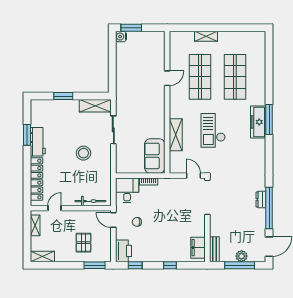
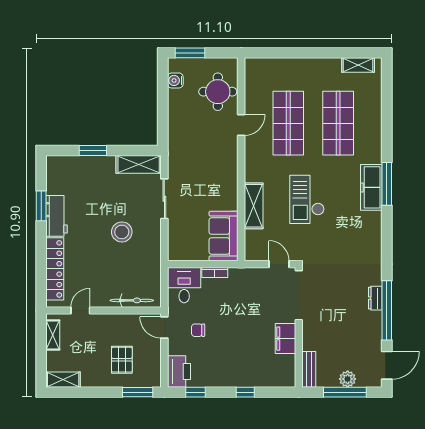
shelving: (206, 36) -> (358, 65), moved
water cooler: (121, 37) -> (175, 80), moved
round table: (151, 55) -> (218, 92), added
filing cabinet: (198, 248) -> (285, 339), moved

